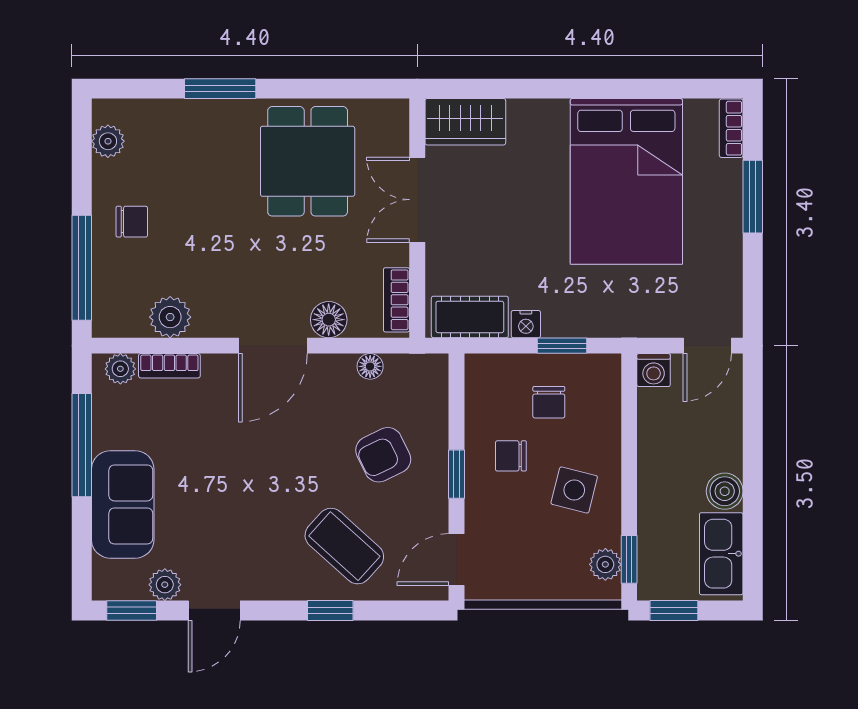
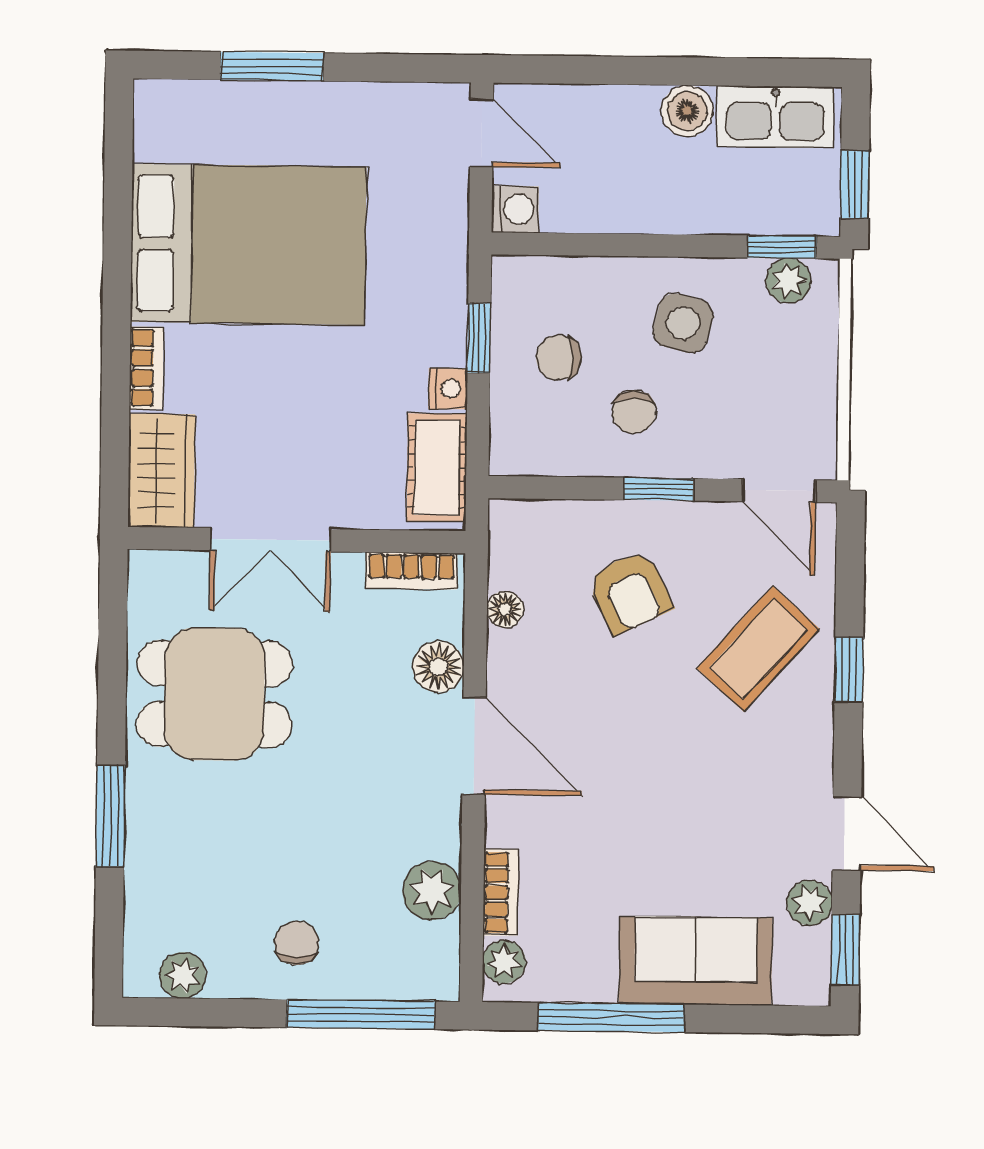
bookcase: (731, 128) -> (146, 368), moved, turned -90
chair: (549, 402) -> (559, 358), turned 180

